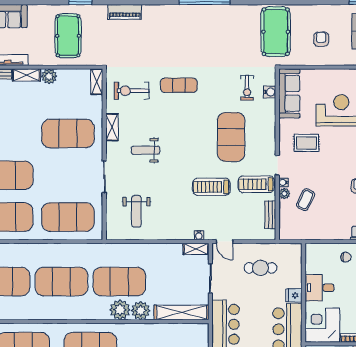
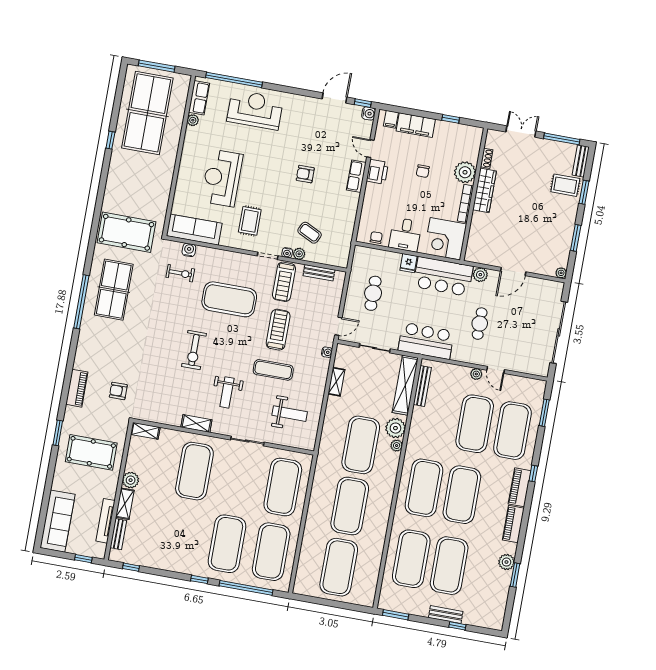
table tennis table: (221, 30) -> (114, 290), added
armchair: (321, 39) -> (118, 391), moved
exercise mat: (179, 85) -> (273, 370), moved, turned 90
exercise bike: (131, 91) -> (194, 350), moved
treadmill: (211, 187) -> (278, 330), turned 180
shelving: (196, 249) -> (336, 382), moved
chair: (346, 257) -> (376, 238), moved
plant: (120, 310) -> (397, 446), width x0.53, depth x0.53
bench: (184, 328) -> (422, 386), added

